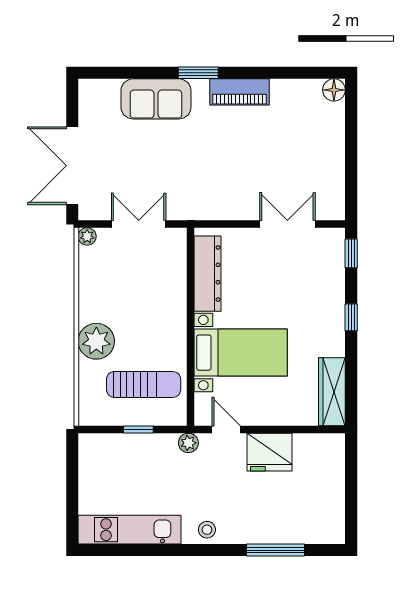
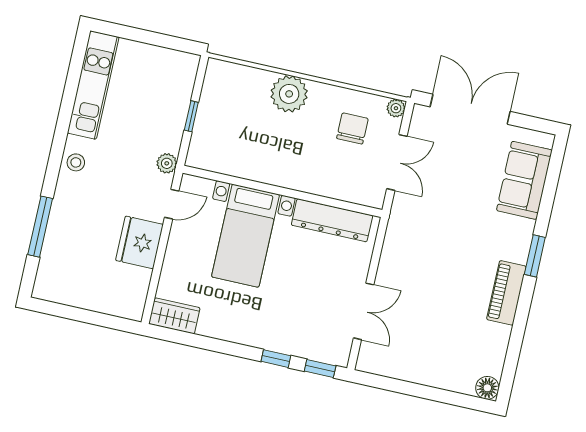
sofa: (156, 99) -> (524, 180), moved
chair: (116, 274) -> (352, 128), added
window: (351, 317) -> (276, 359), moved
sun lounger: (144, 384) -> (235, 132), removed
wardrobe: (332, 392) -> (174, 316), width x0.67

